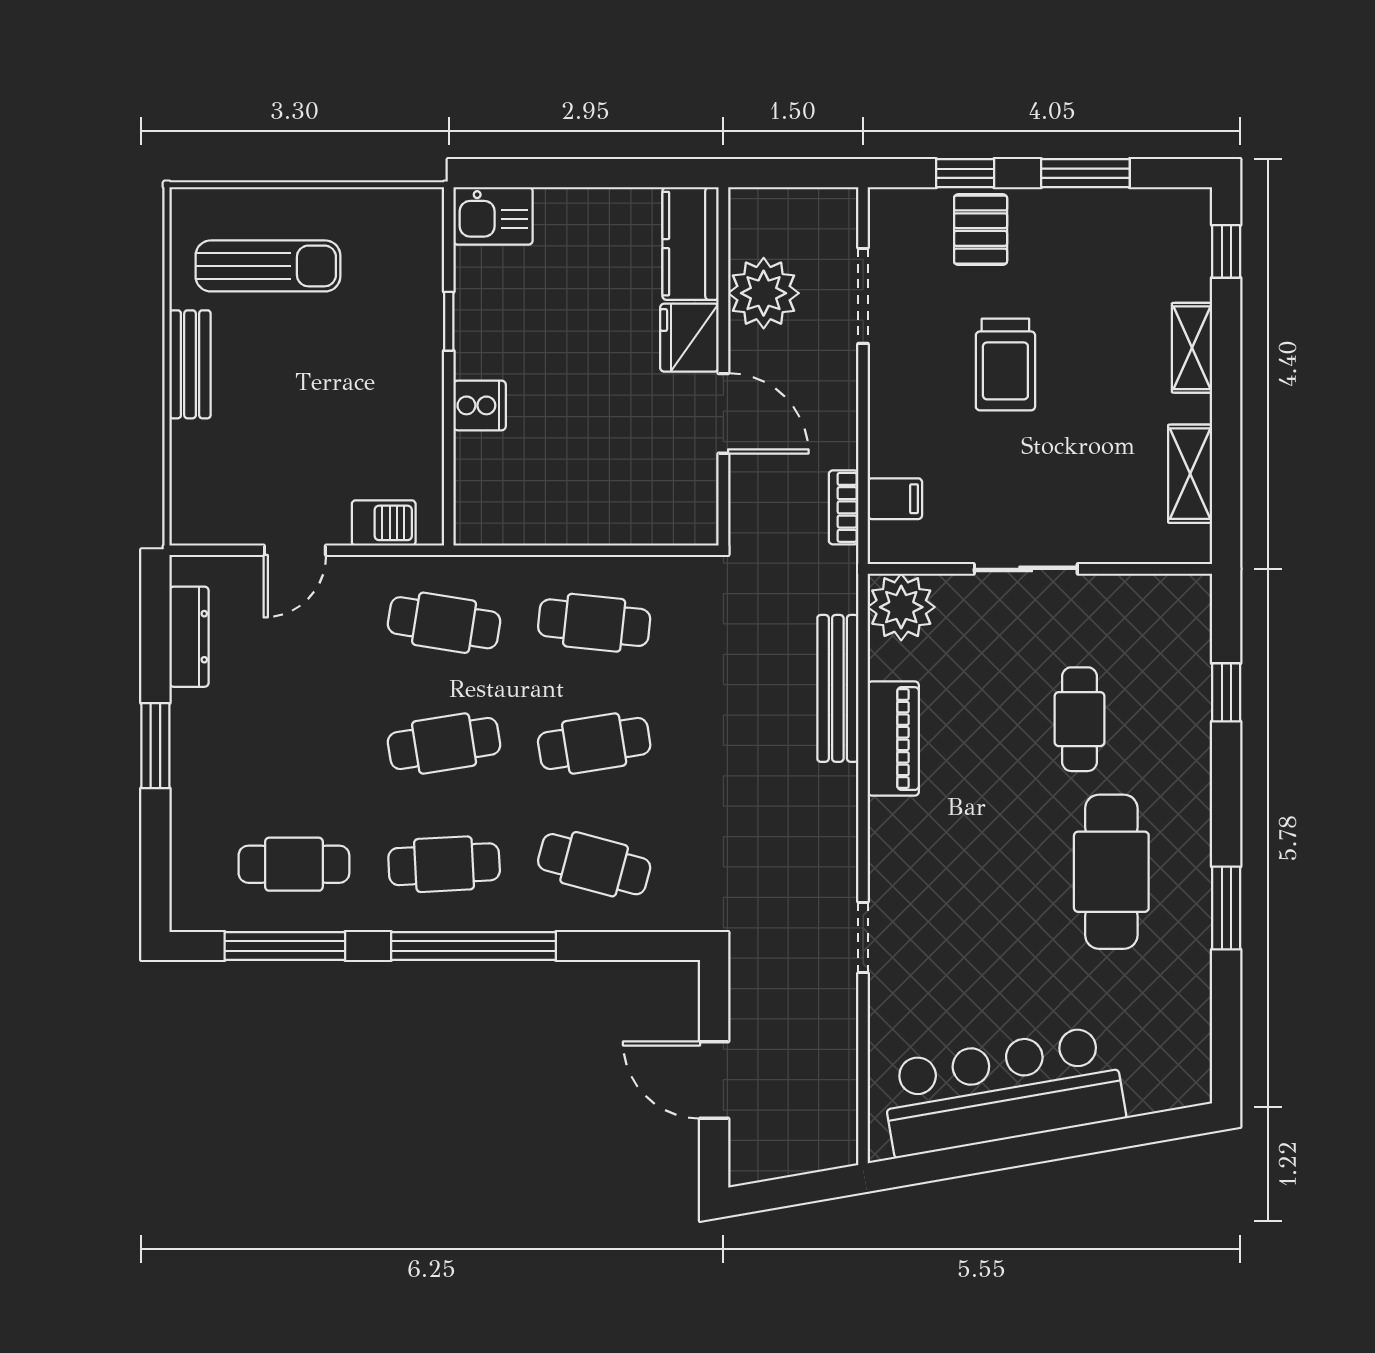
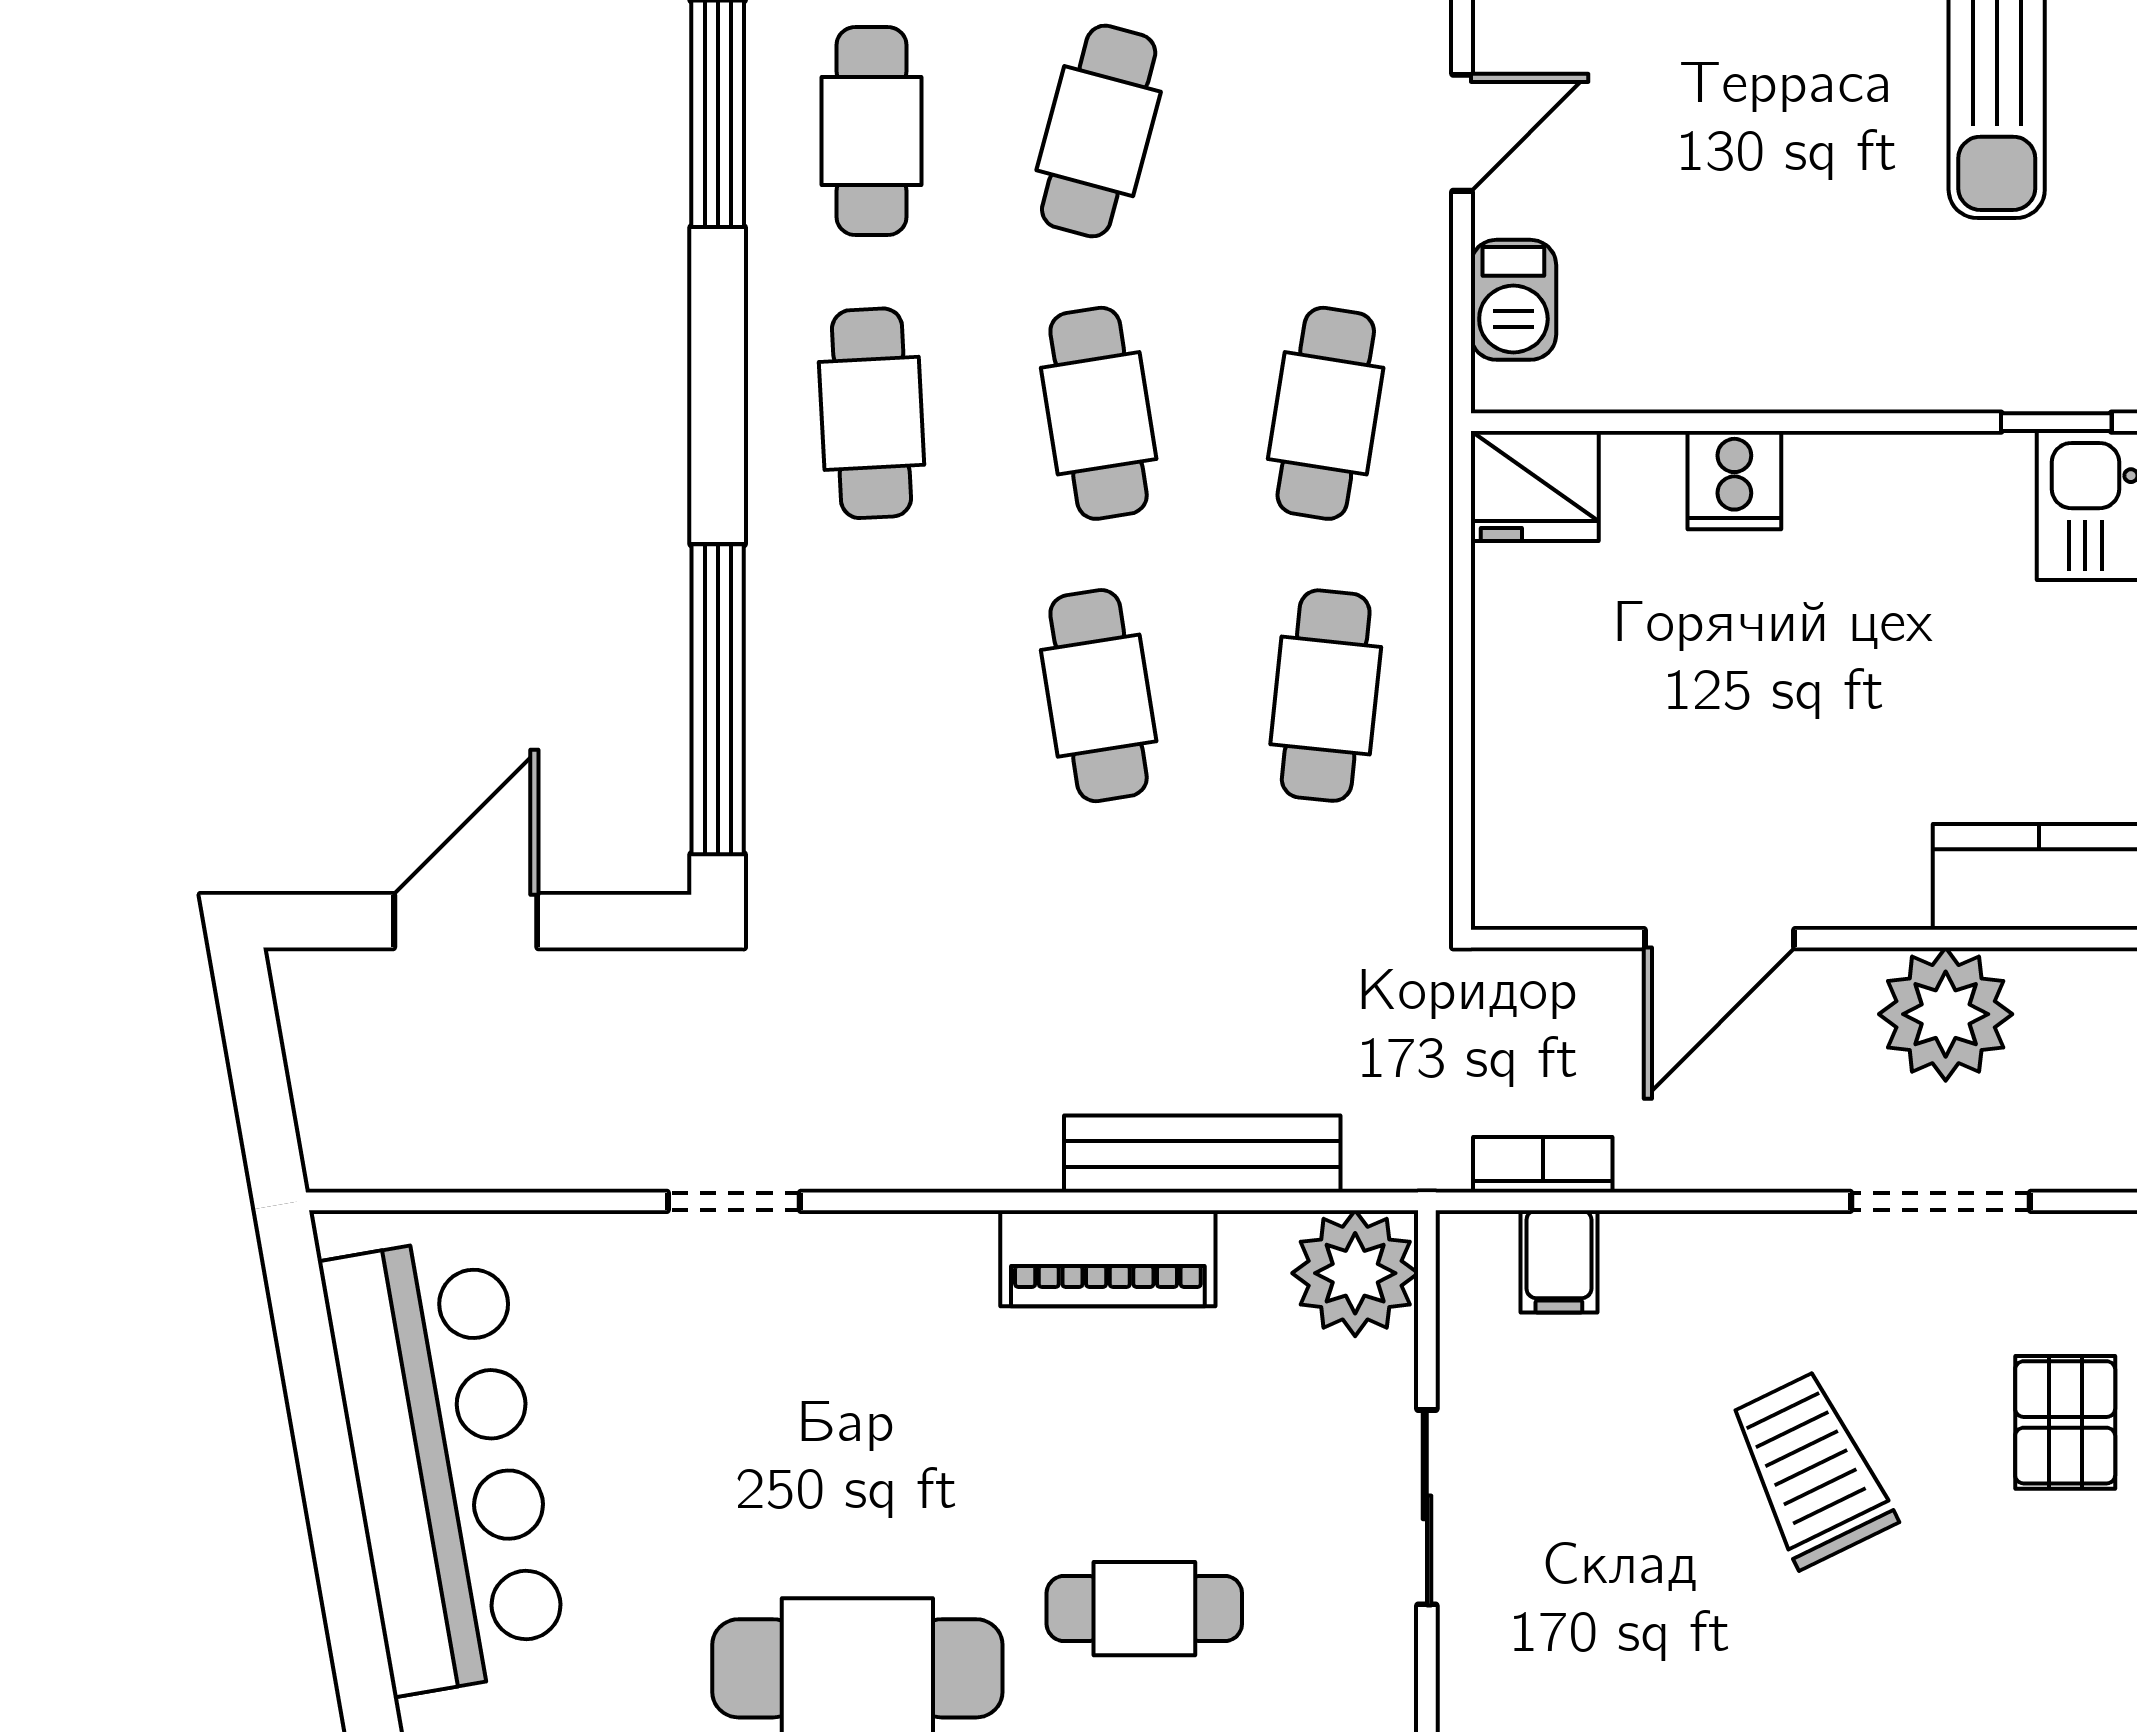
pallet: (981, 230) -> (2065, 1422), turned 90
window: (449, 321) -> (2056, 422), moved
fridge: (689, 338) -> (1535, 486), moved, turned 180
trolley: (1005, 365) -> (1811, 1469), turned 64
door: (295, 550) -> (1462, 133), swing flipped
cafe table: (594, 864) -> (1099, 131), moved
window: (474, 946) -> (718, 699), moved

